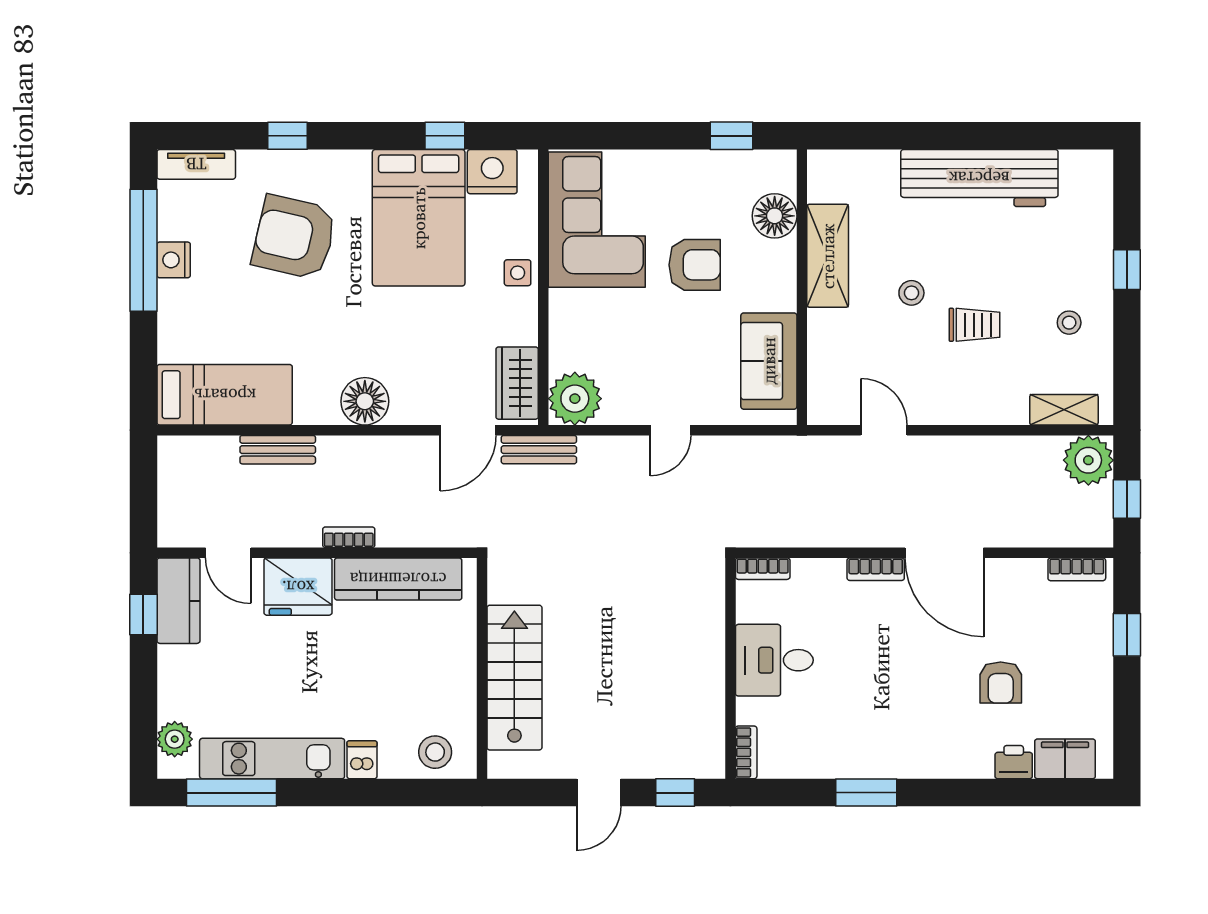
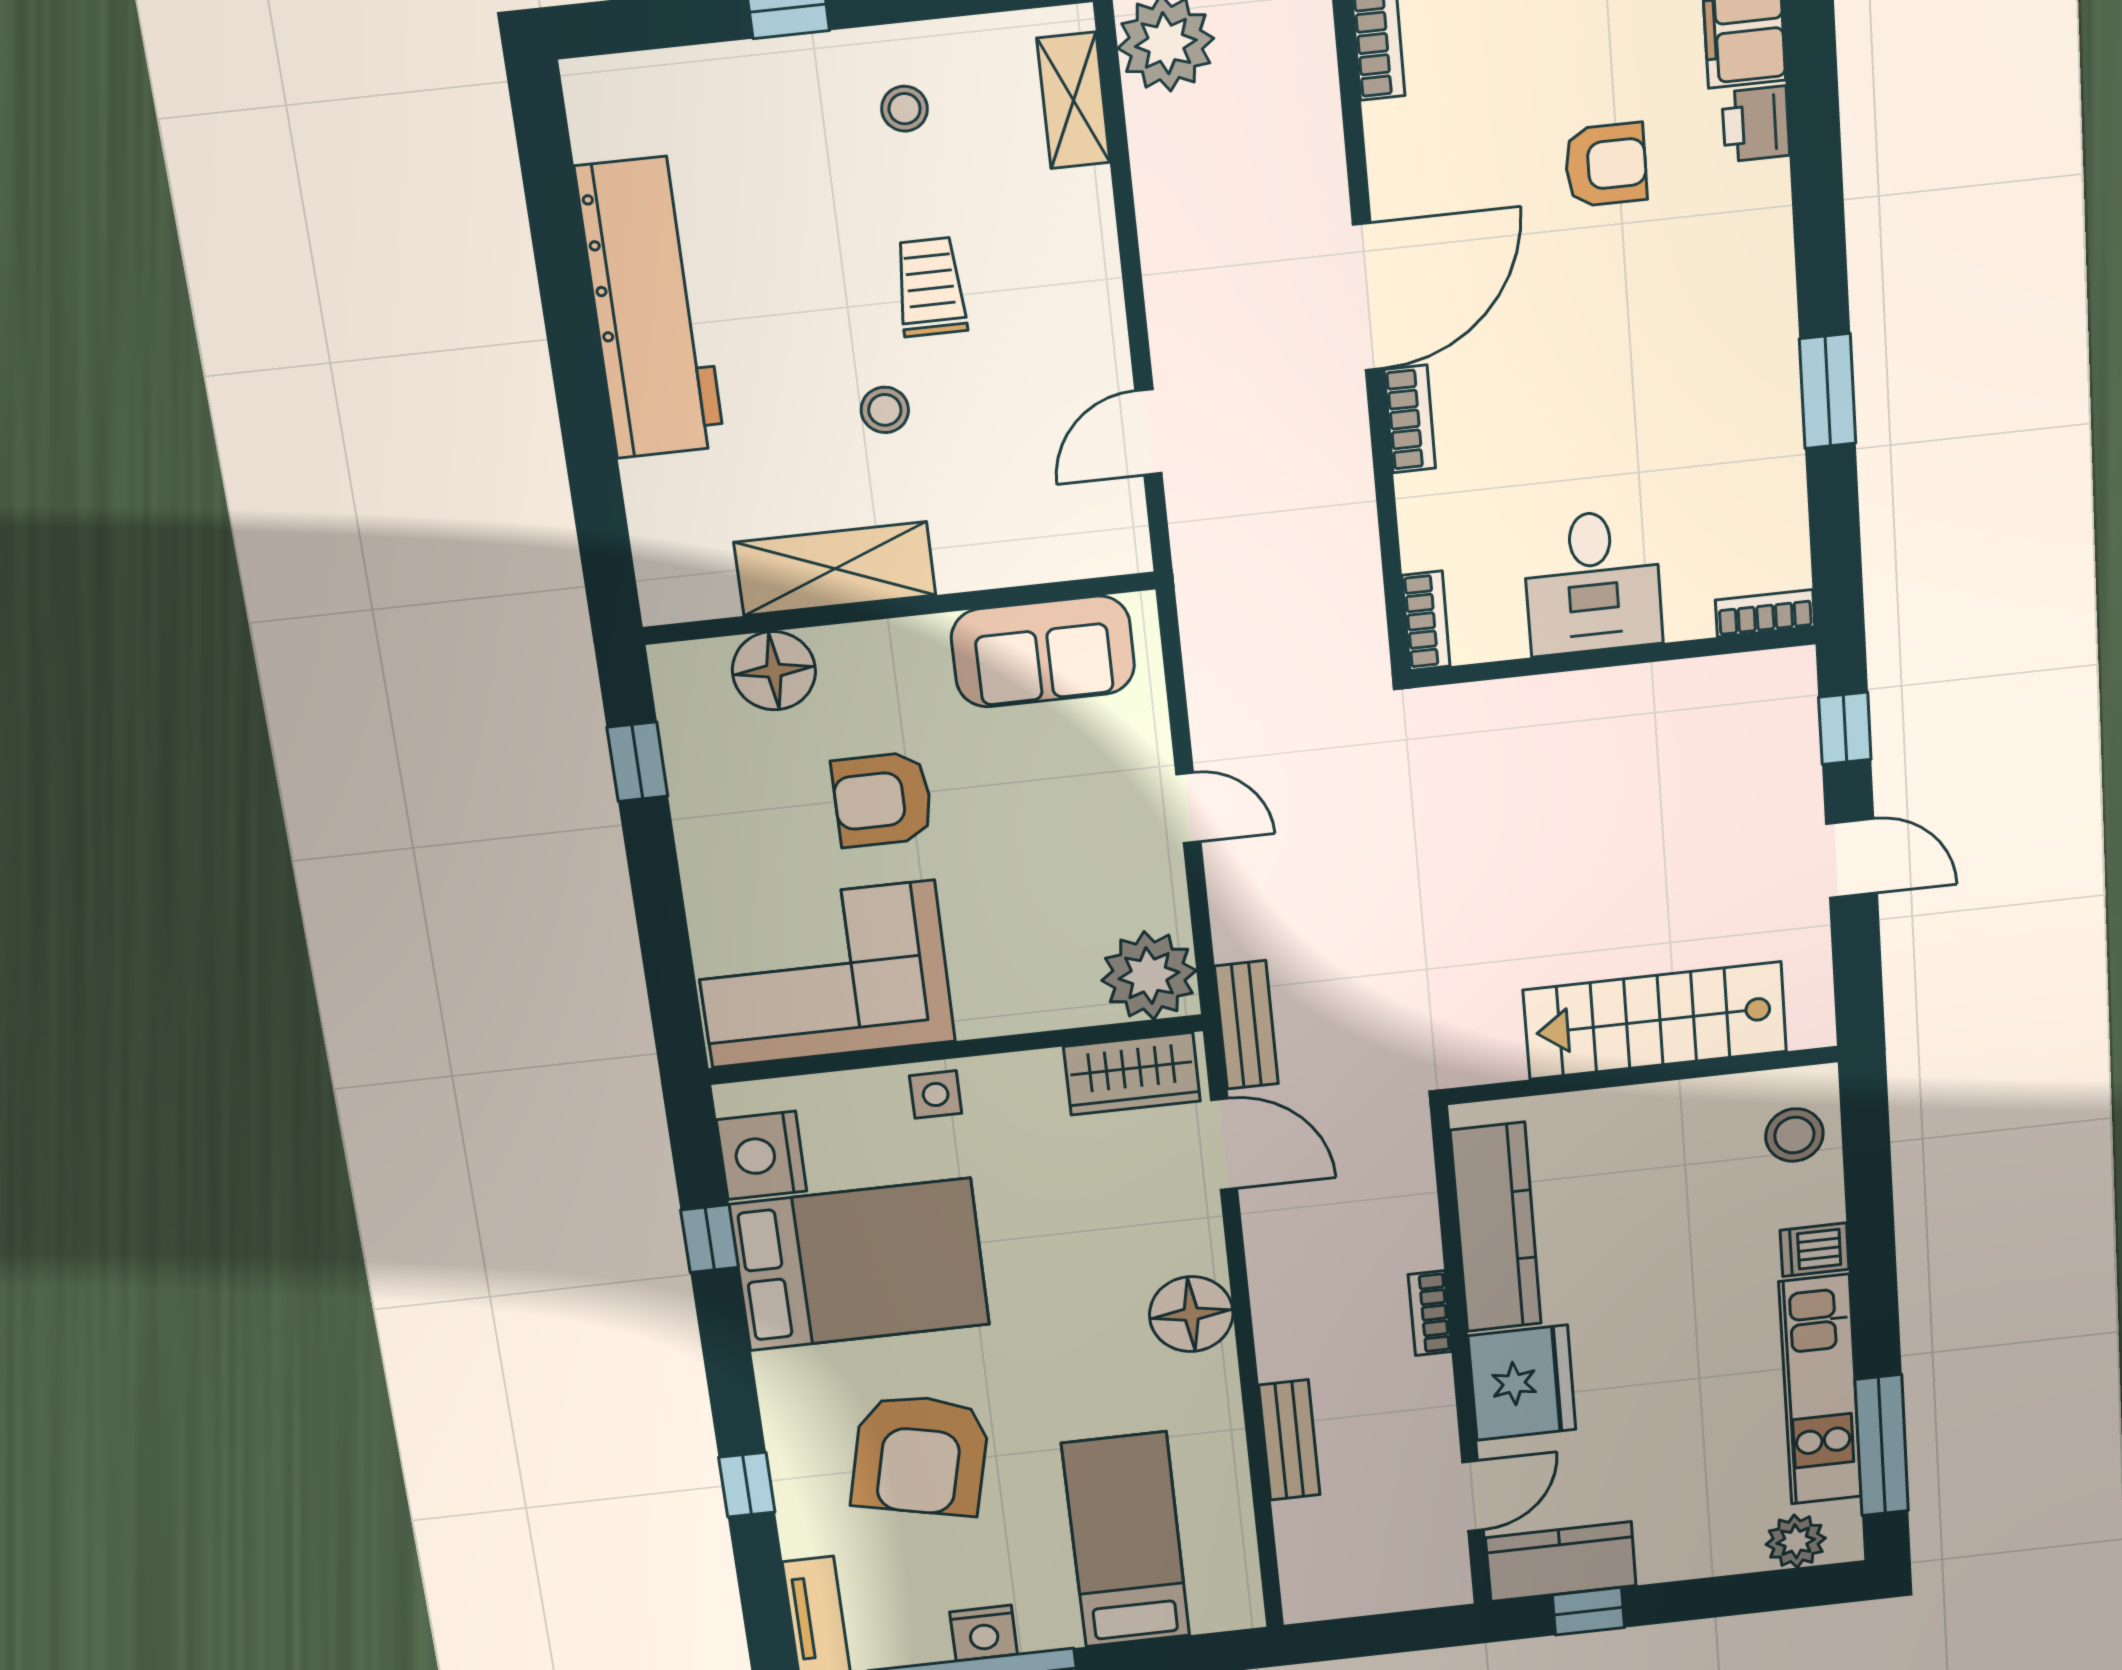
armchair: (695, 265) -> (882, 800), turned -90
bed: (225, 395) -> (1126, 1540), moved

